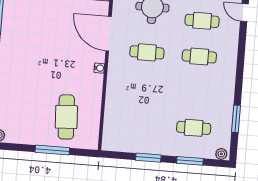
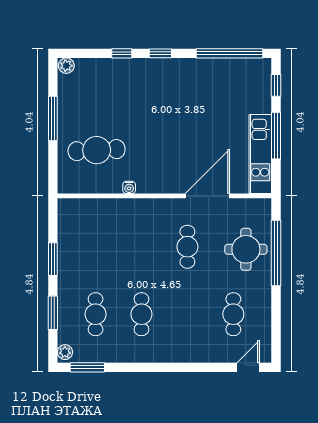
cafe table: (199, 56) -> (141, 314), moved
water cooler: (99, 68) -> (129, 187), moved
window: (236, 119) -> (87, 367), moved
window: (52, 150) -> (53, 118), moved

